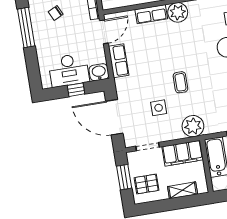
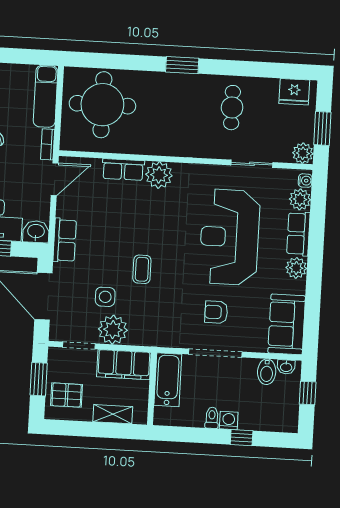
row of seats: (119, 61) -> (65, 240), moved
plant: (193, 126) -> (113, 330), moved

